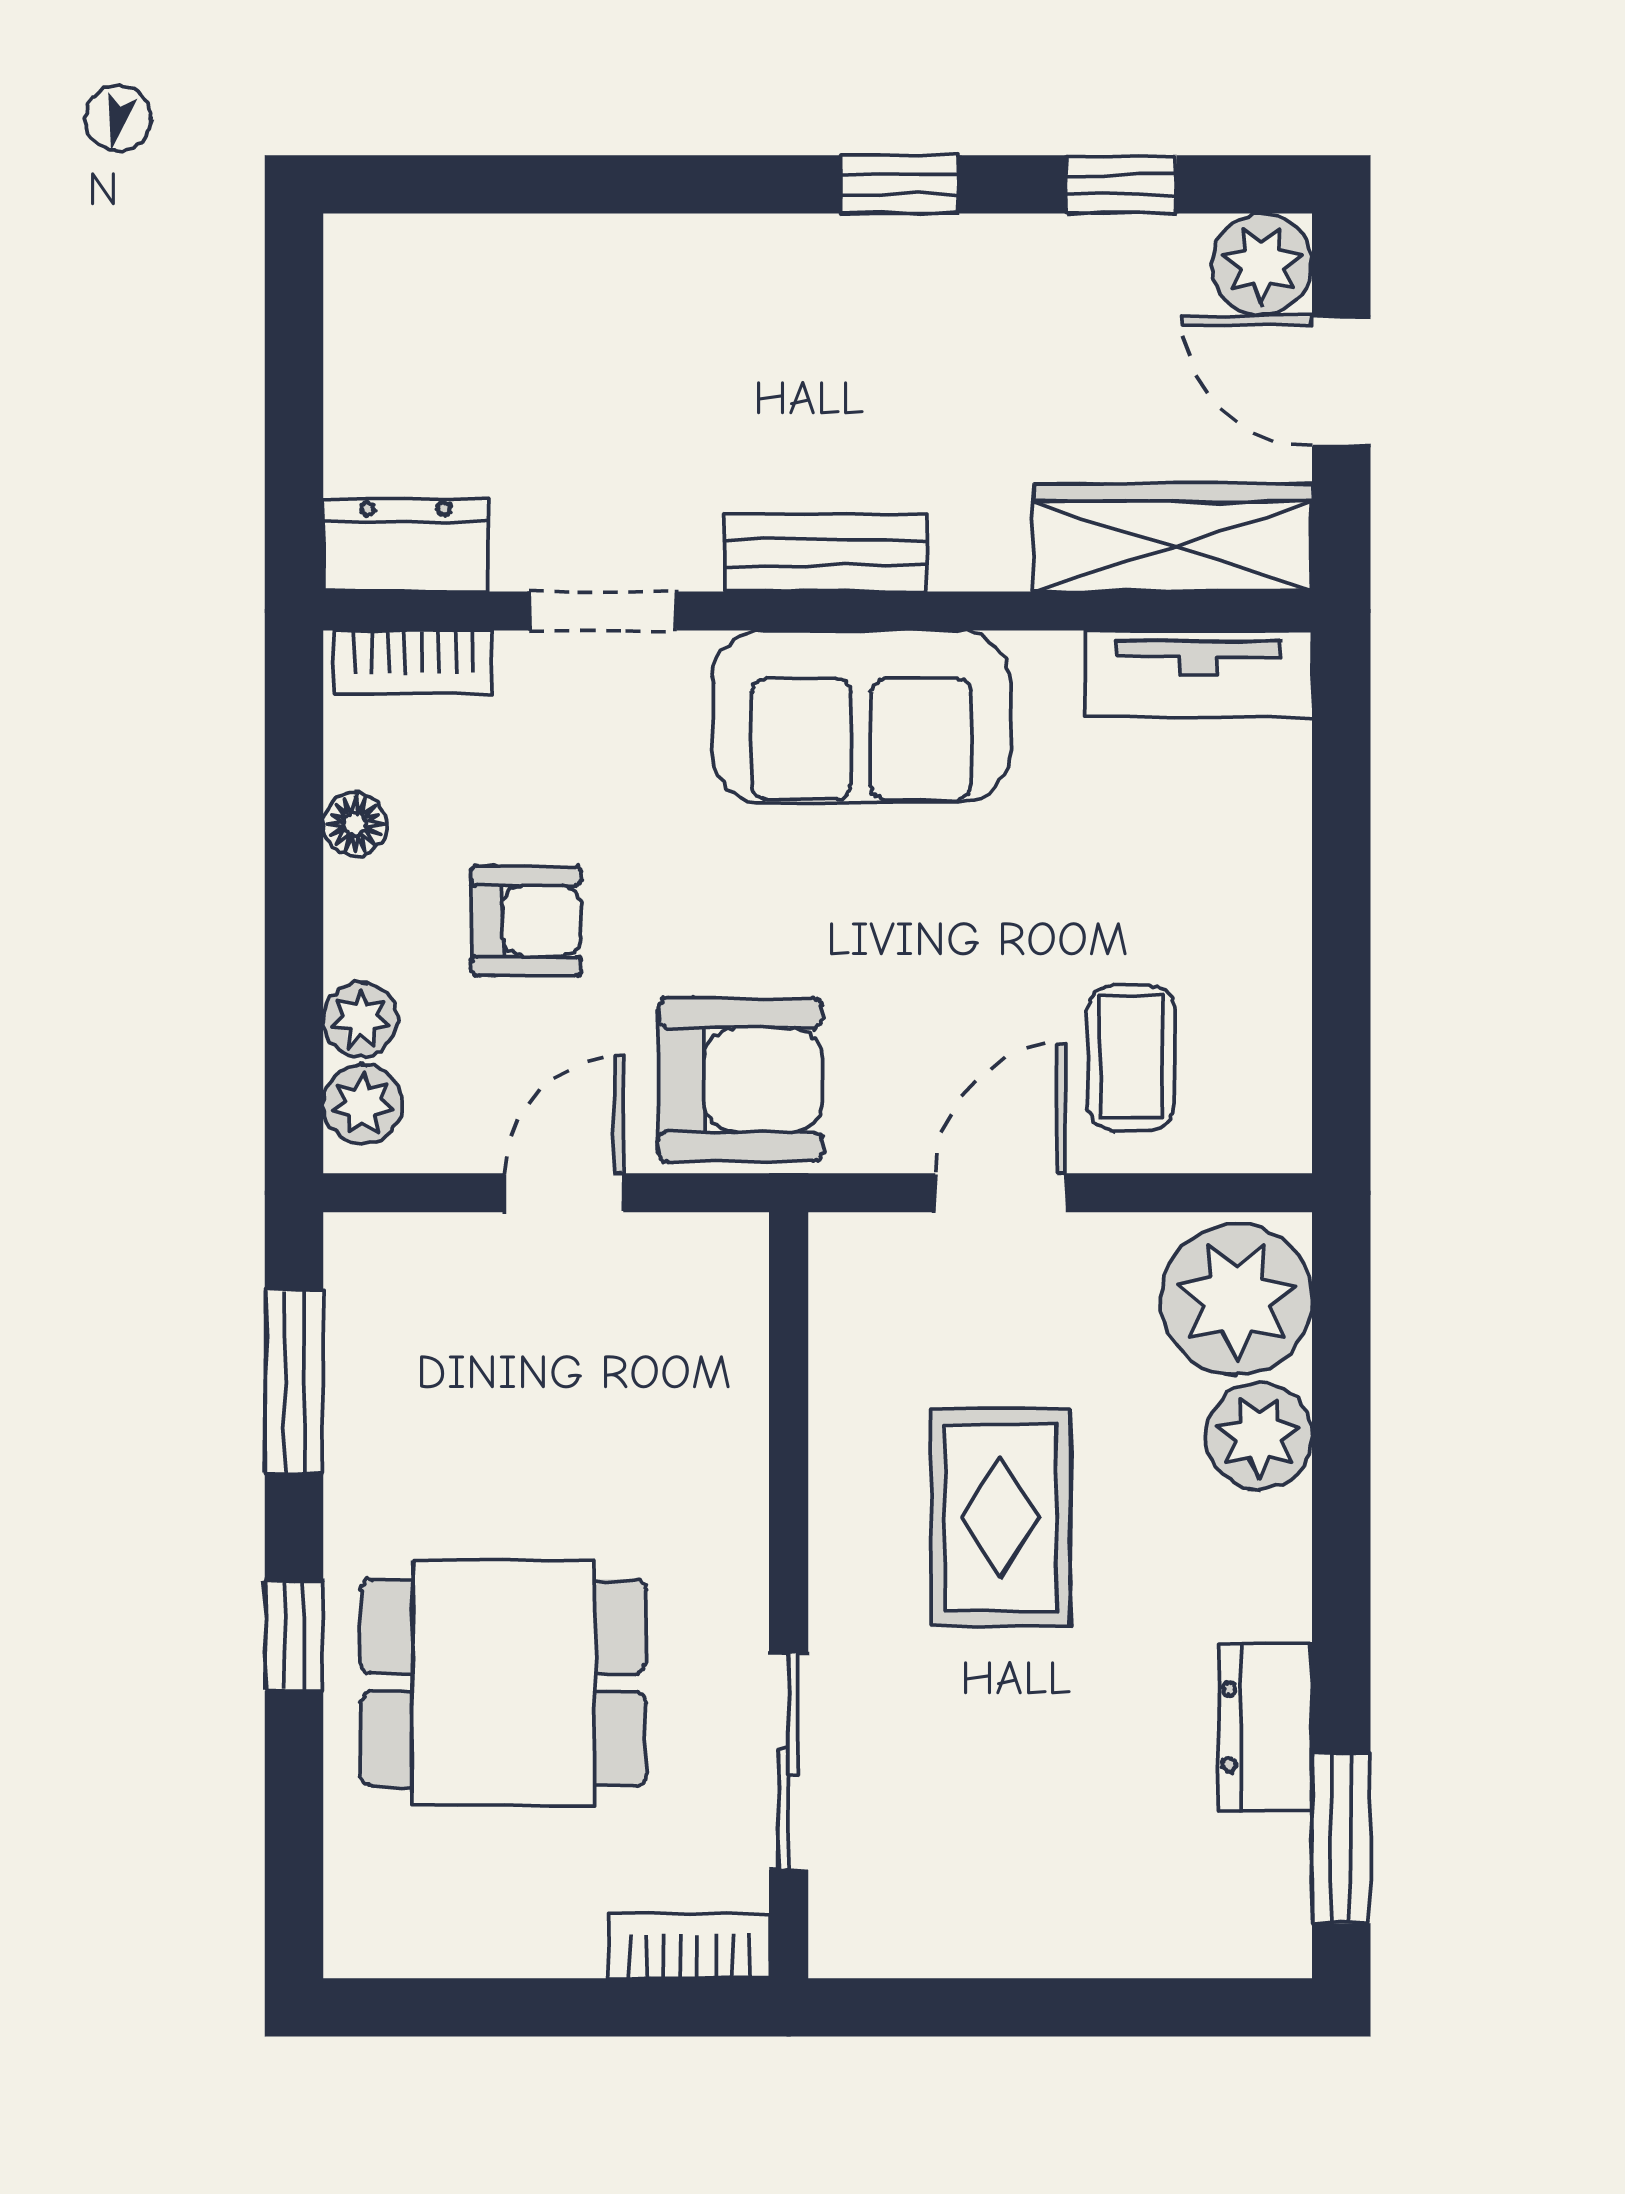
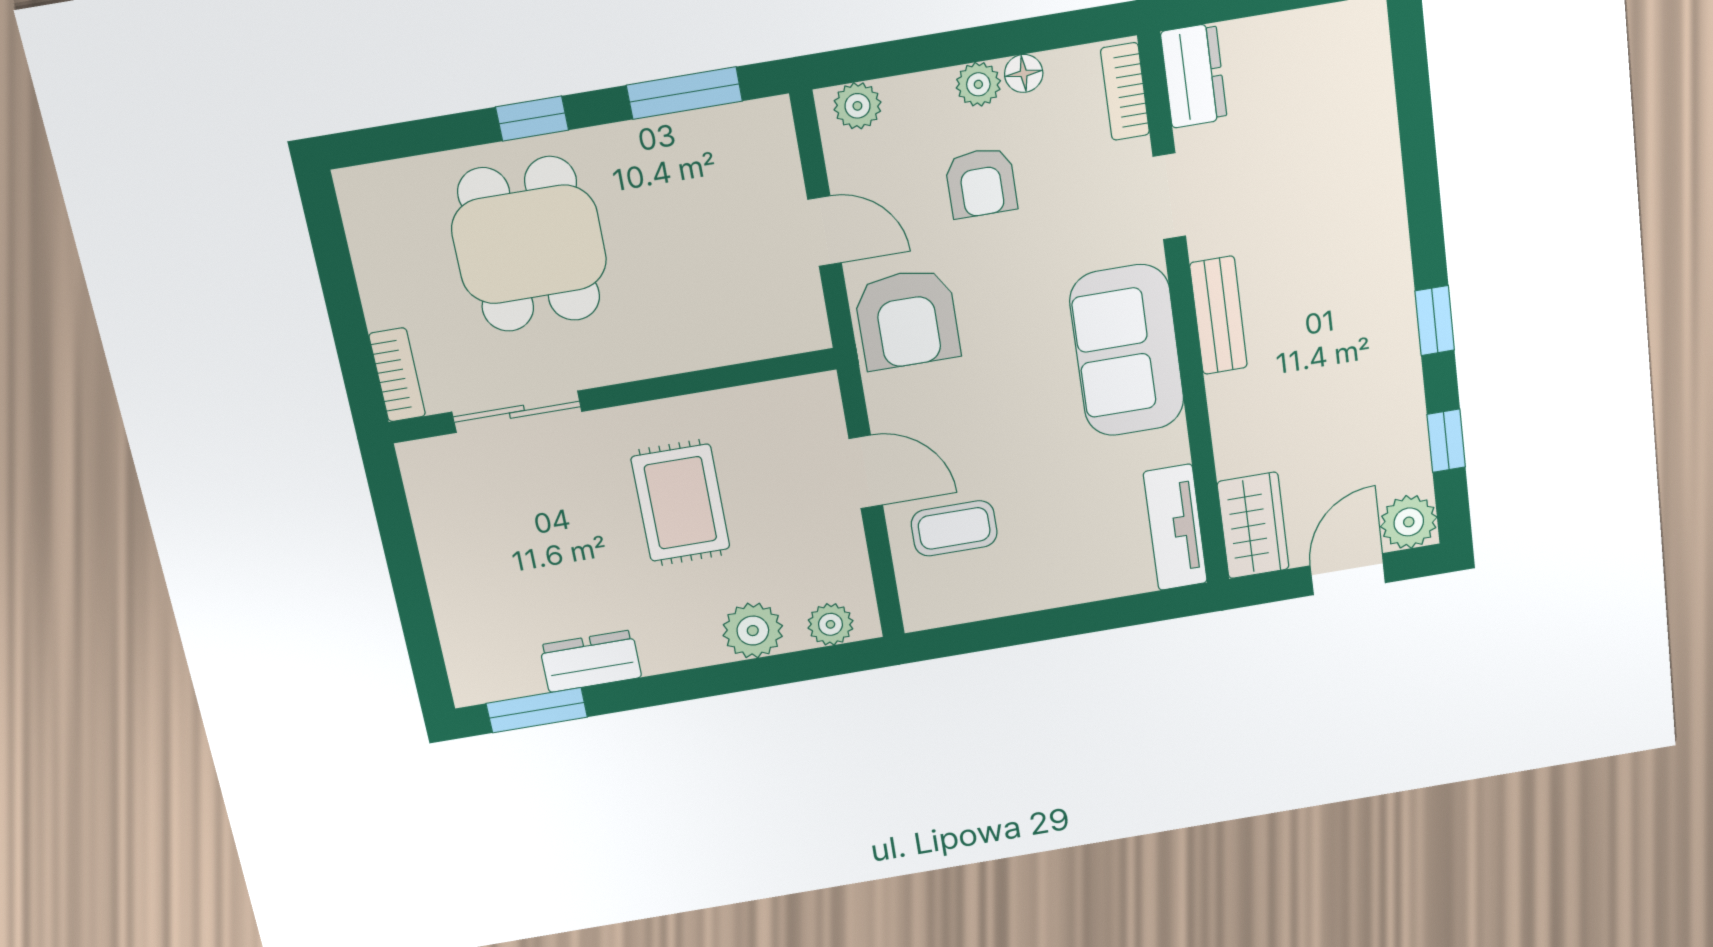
wardrobe: (1173, 538) -> (1253, 525), width x0.67
plant: (360, 1020) -> (978, 84), moved
plant: (1237, 1300) -> (830, 624), width x0.53, depth x0.53
rug: (1001, 1518) -> (680, 503), turned 90

